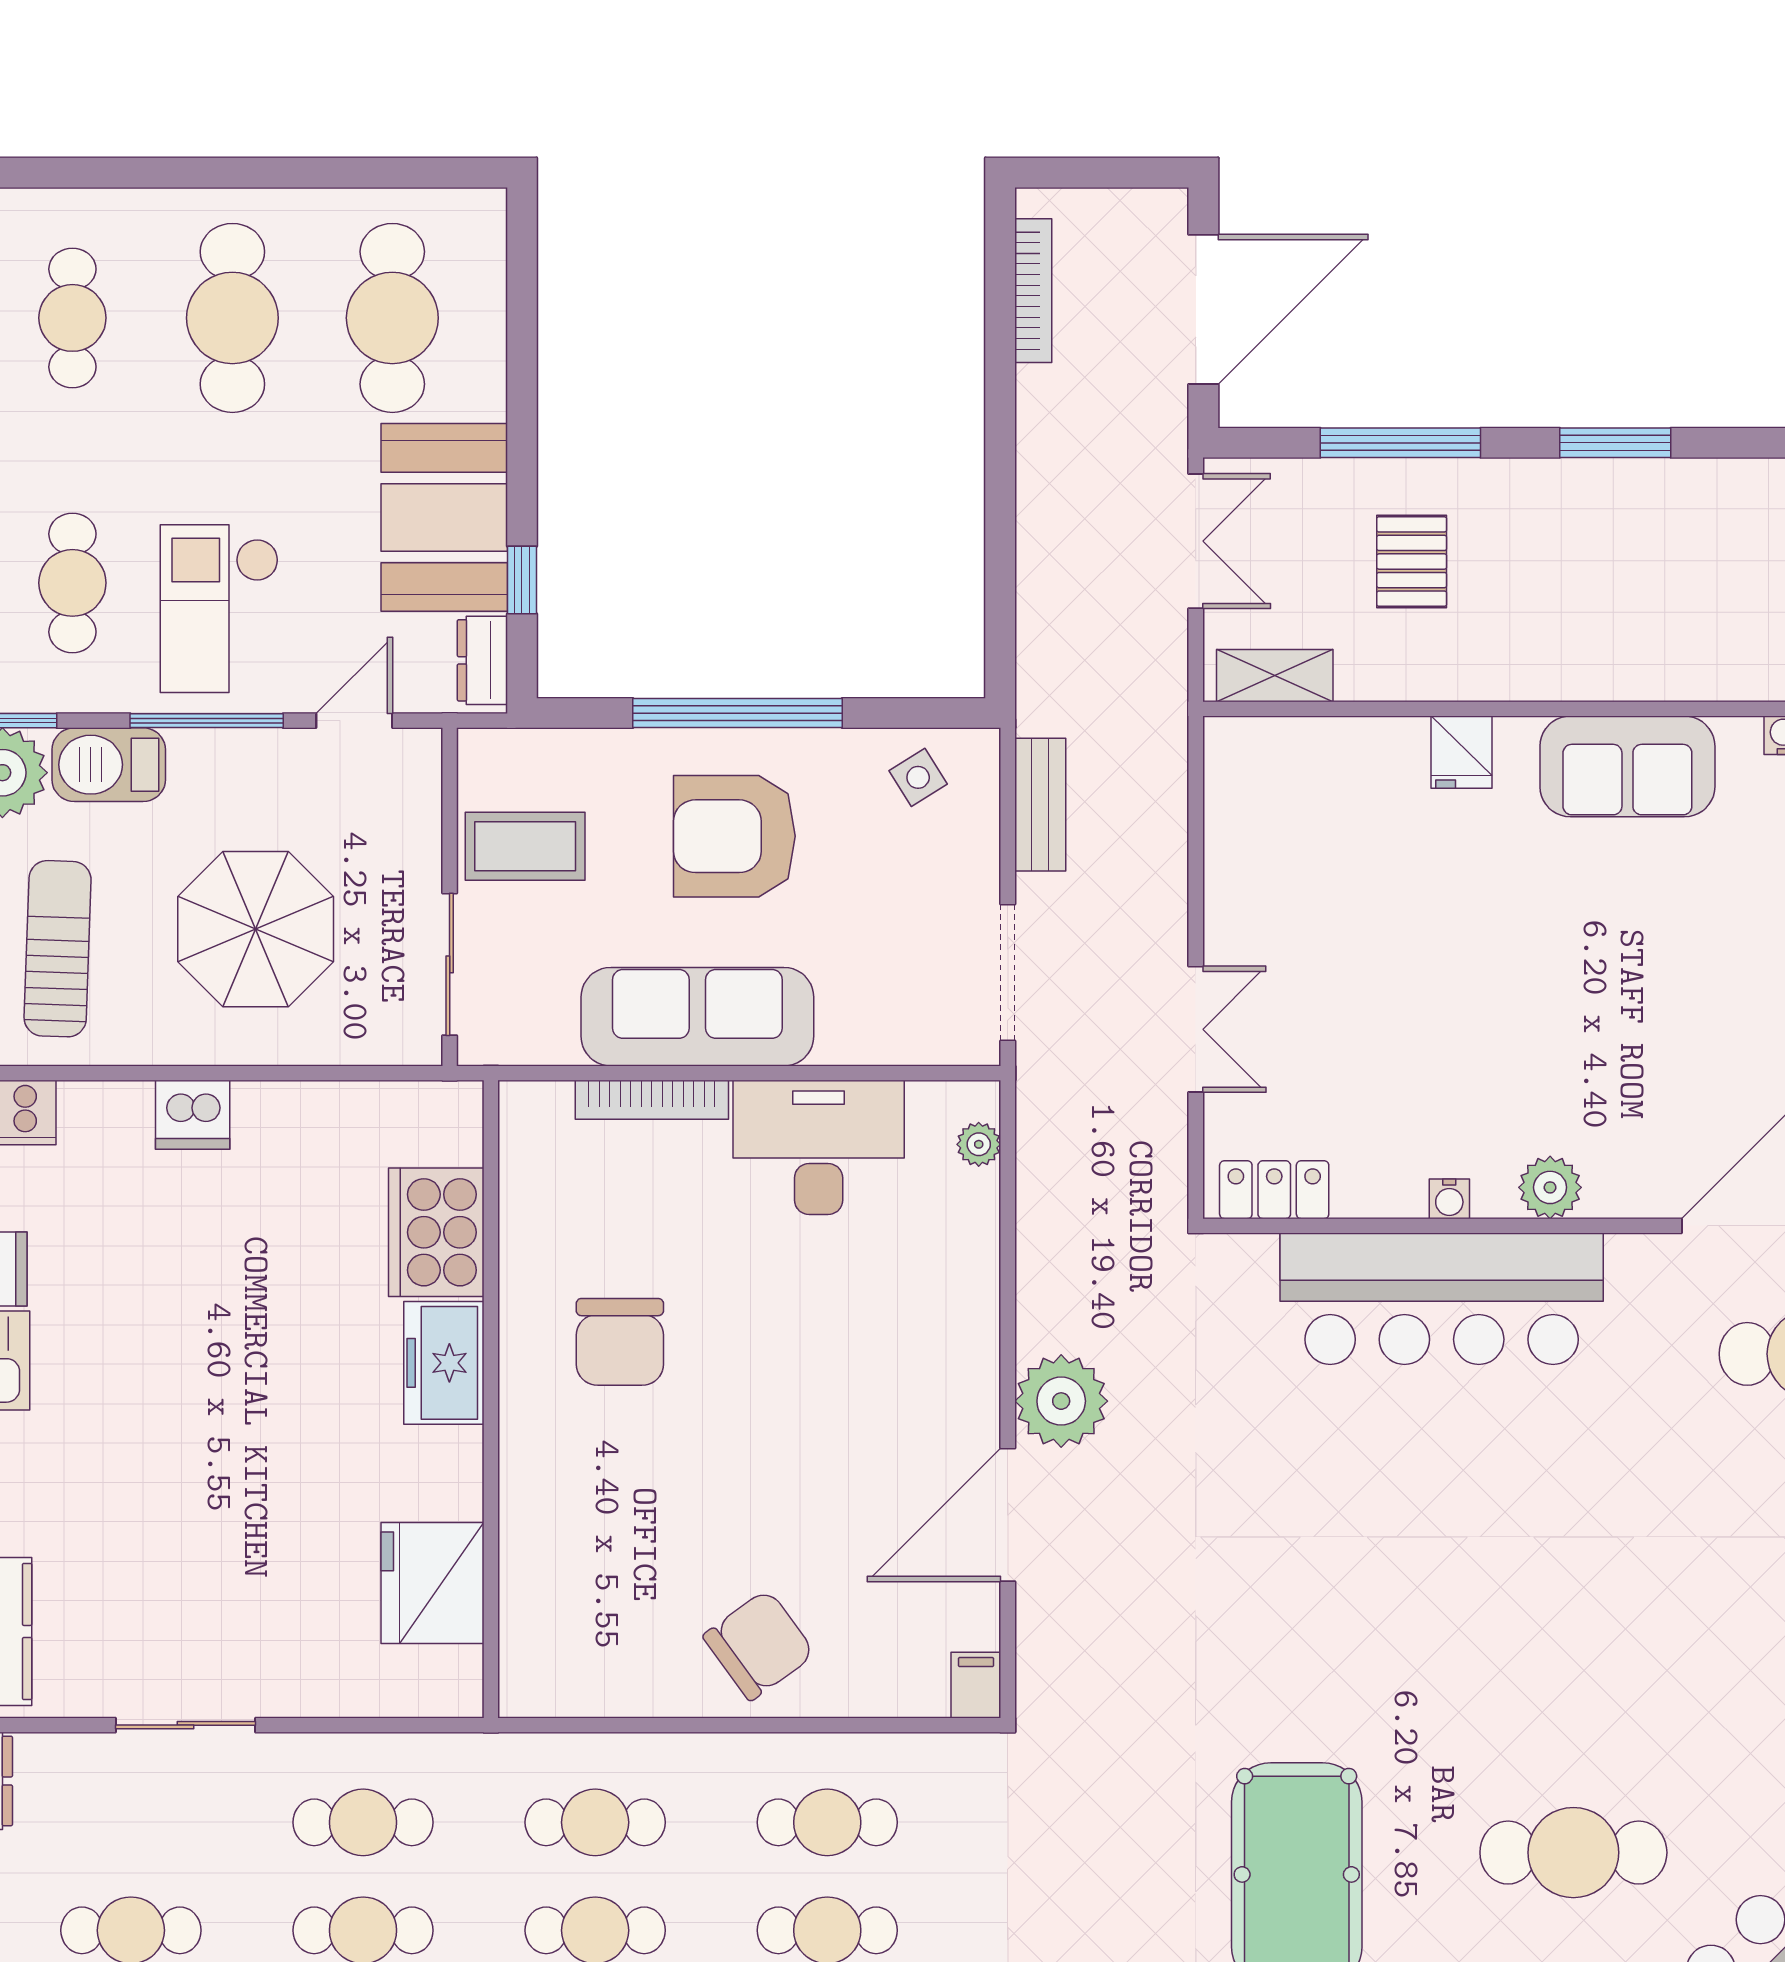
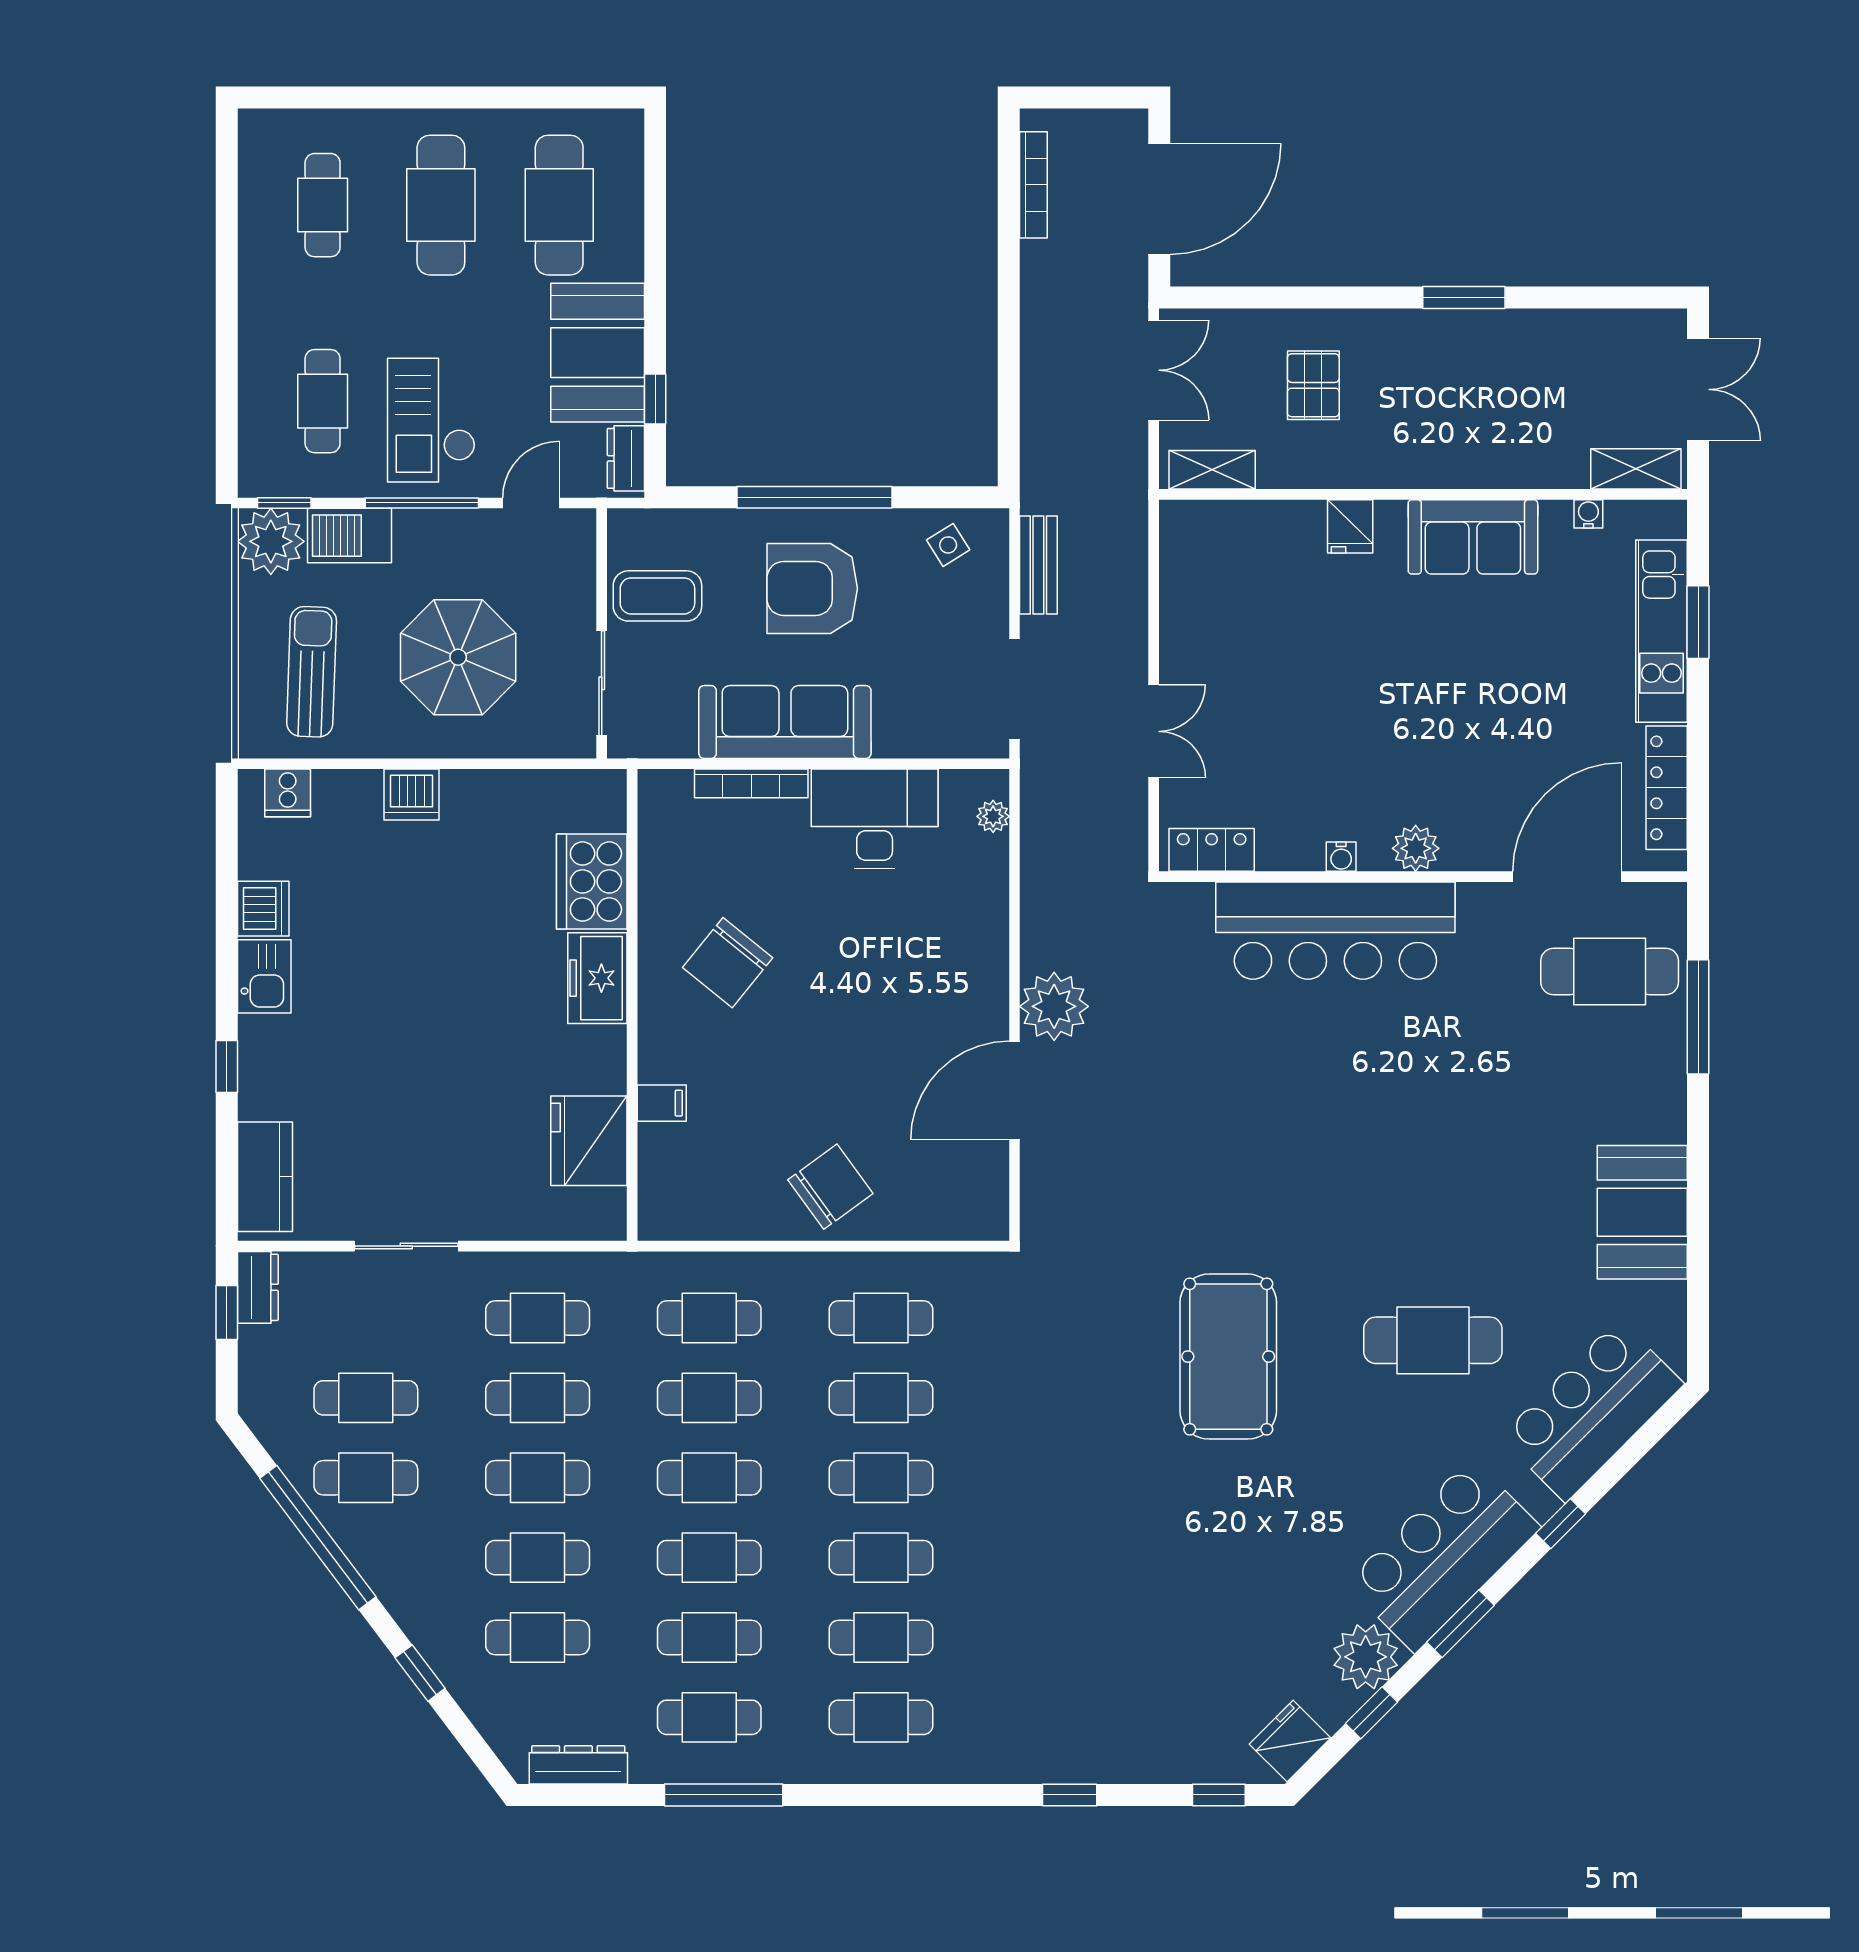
window: (1400, 443) -> (1305, 297), removed
chair: (620, 1342) -> (728, 963), turned 39
filing cabinet: (976, 1685) -> (662, 1103), moved, turned 90

